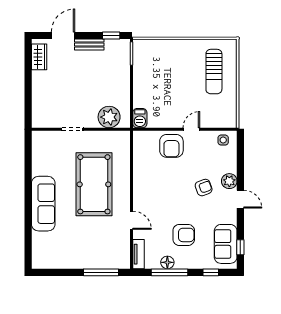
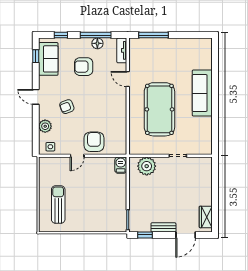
plant: (229, 181) -> (45, 126), moved

